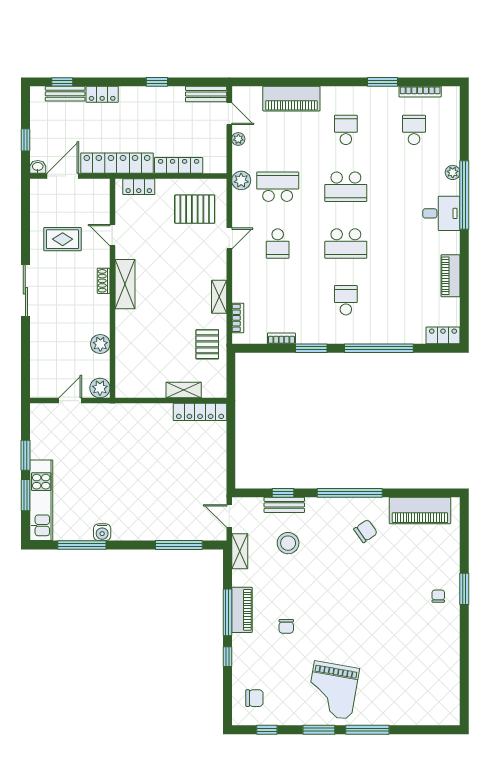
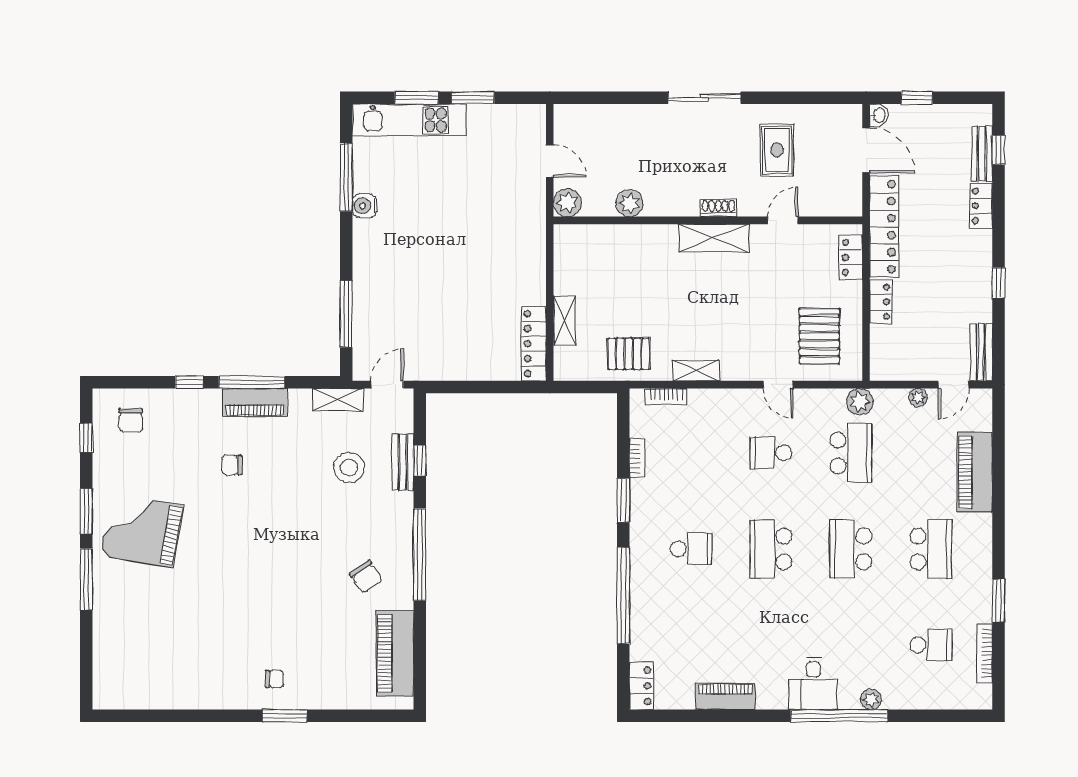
school desk: (346, 130) -> (931, 549), width x1.85
locker: (179, 165) -> (881, 302), width x0.66

